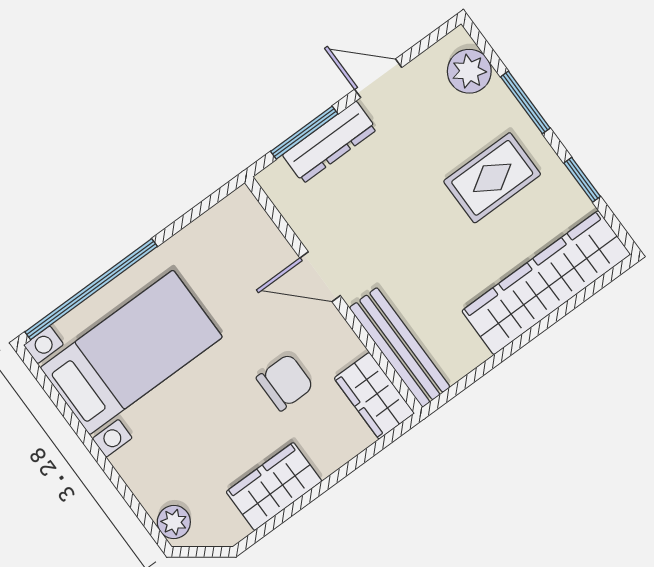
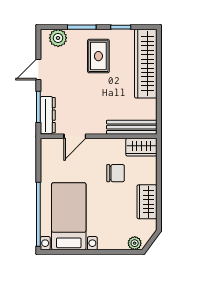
dresser: (330, 142) -> (48, 115), moved
door: (320, 277) -> (75, 136), moved
chair: (285, 382) -> (116, 173), turned 90

